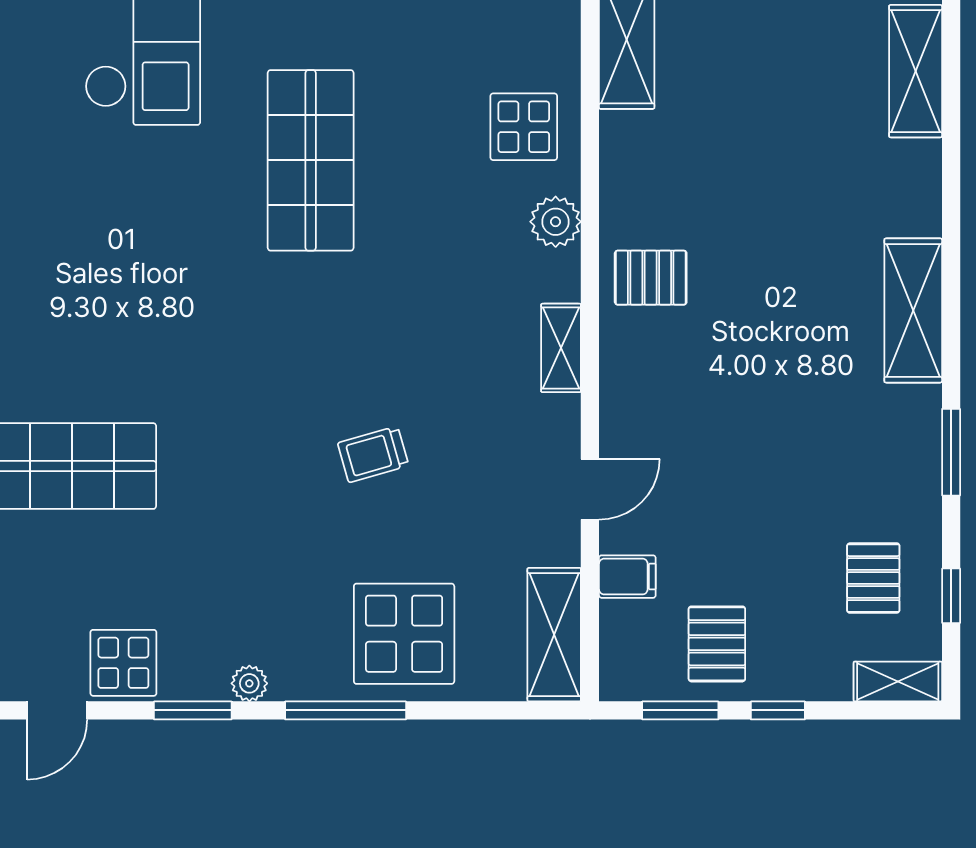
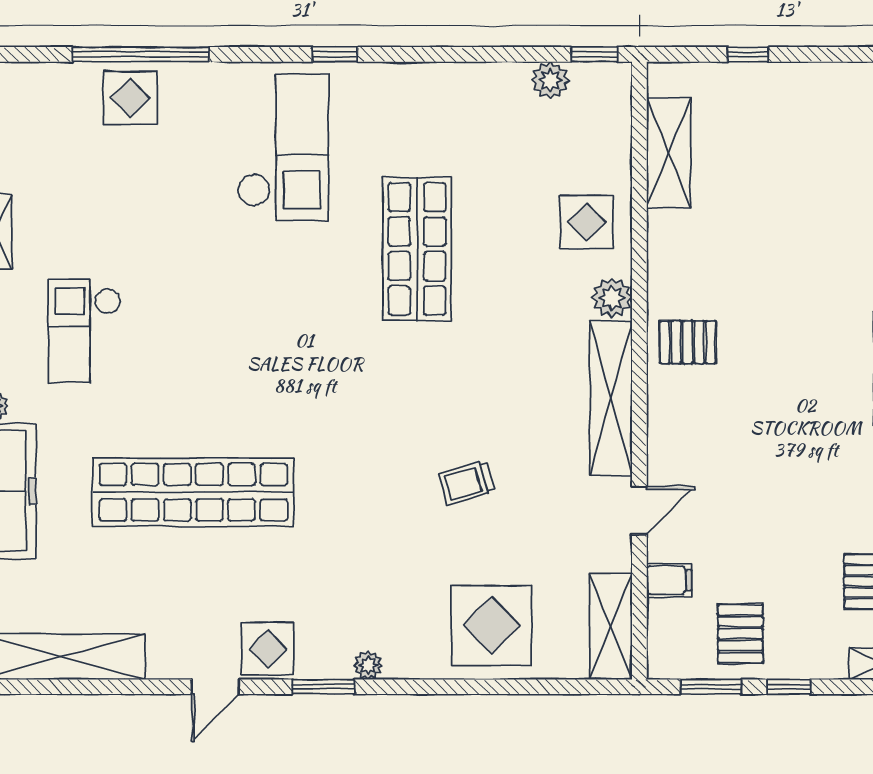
shelving: (561, 348) -> (611, 398), width x2.20, depth x1.33
window: (346, 710) -> (445, 687), removed

